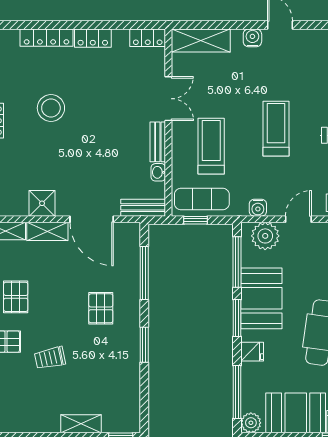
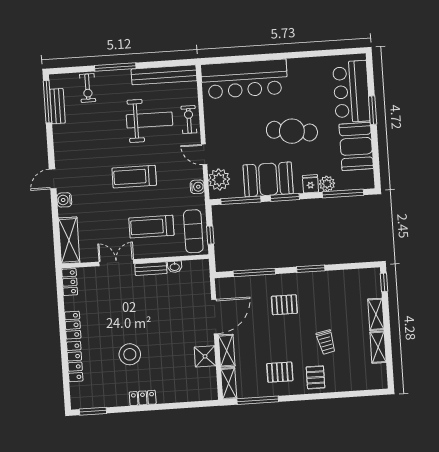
bench: (143, 208) -> (203, 277), removed
plant: (251, 423) -> (327, 184), moved
shelving: (39, 424) -> (378, 347), added

